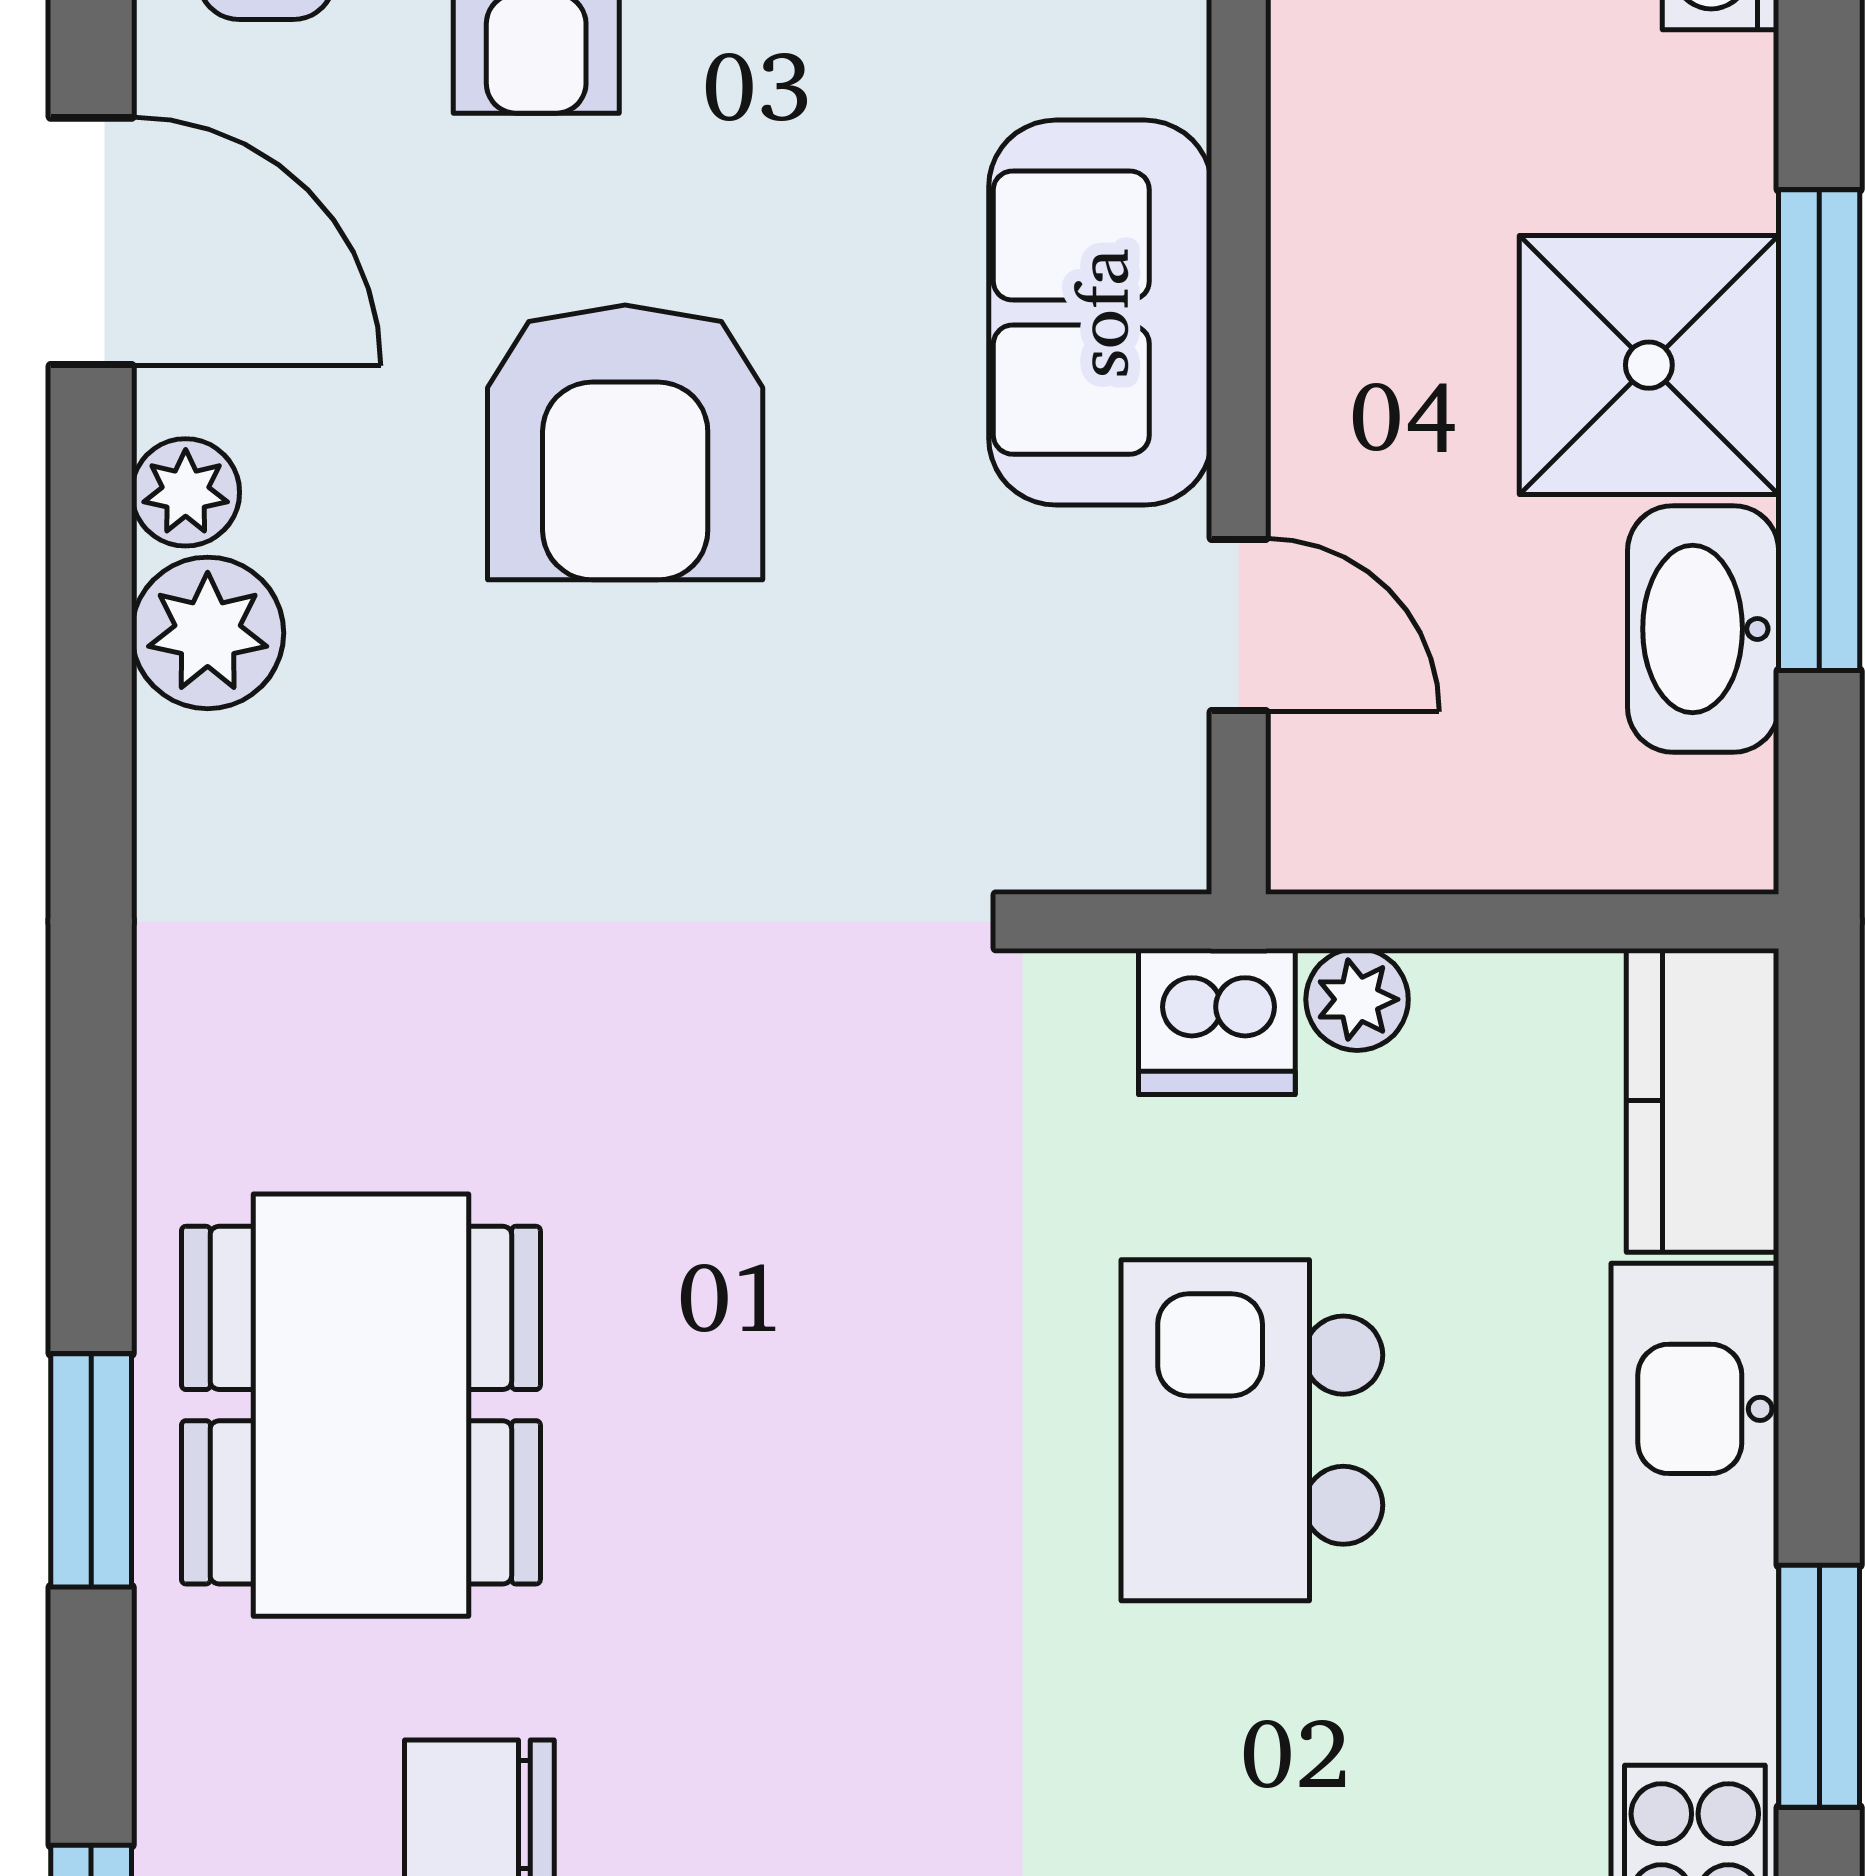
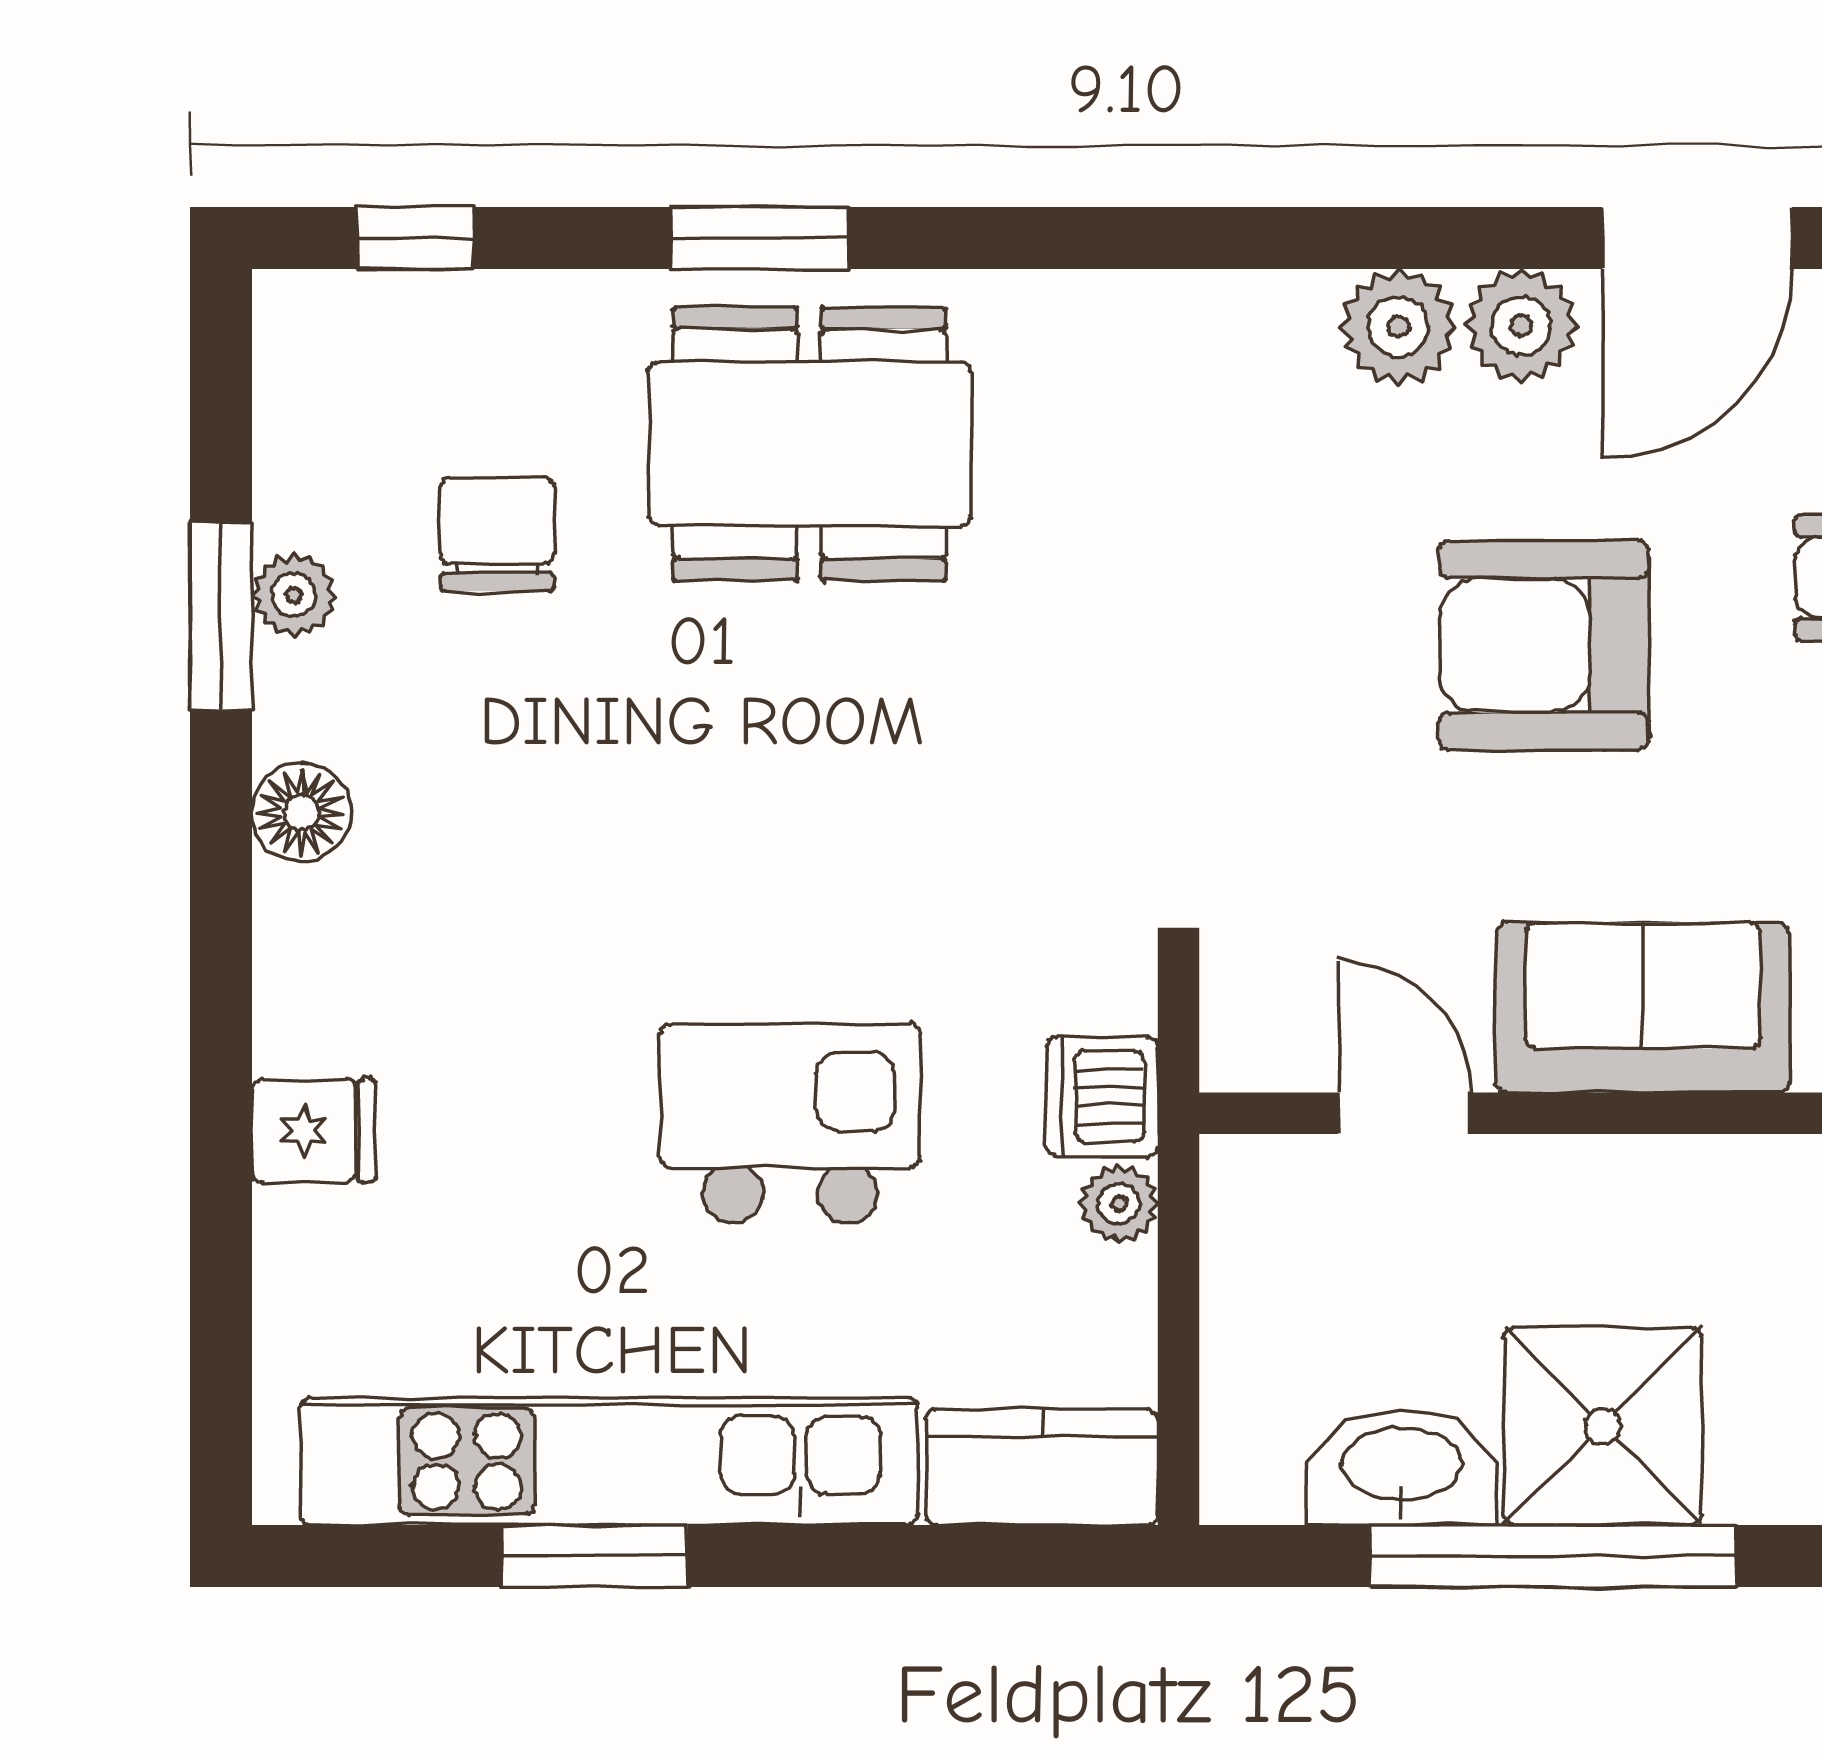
plant: (186, 492) -> (1521, 325), width x1.38, depth x1.38
door: (1239, 625) -> (1404, 1113), swing flipped

